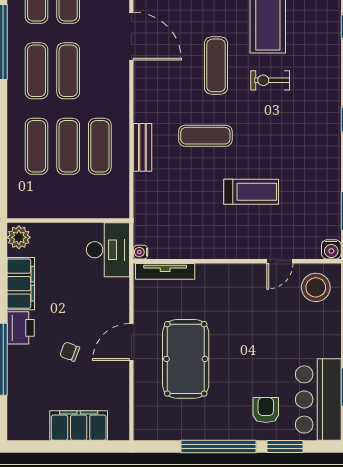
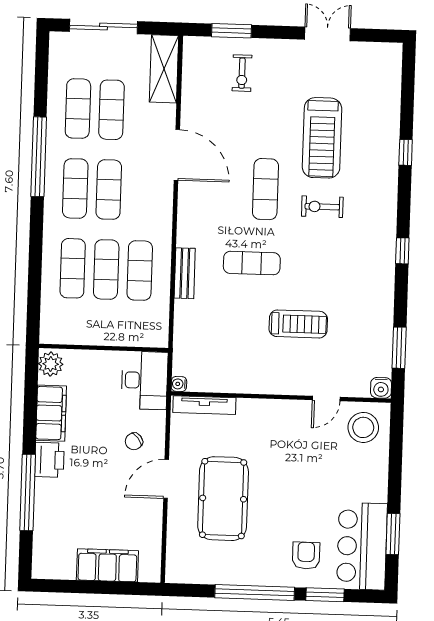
chair: (70, 352) -> (134, 441), moved, turned -59

